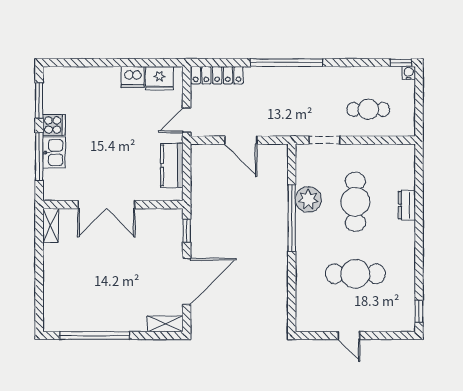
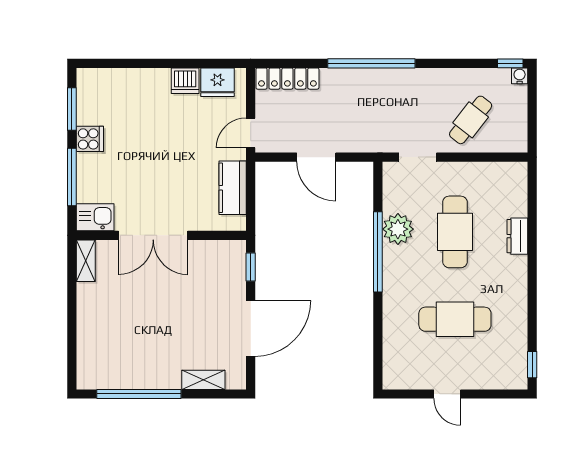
cafe table: (368, 109) -> (471, 120), turned -52
kitchen sink: (54, 153) -> (95, 217), moved, turned -90
shelving: (165, 324) -> (203, 380), moved

